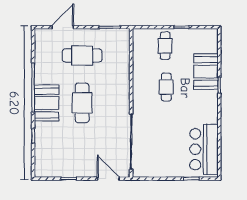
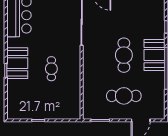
cafe table: (165, 46) -> (52, 104), removed
booth: (206, 71) -> (17, 63), moved

